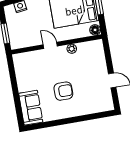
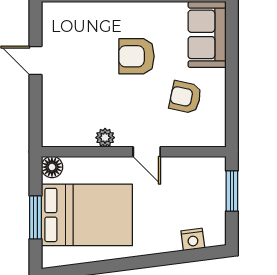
armchair: (36, 75) -> (185, 97), added

